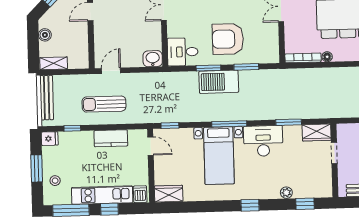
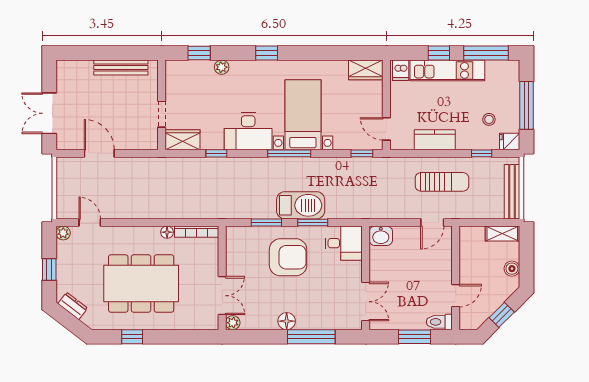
window: (289, 122) -> (216, 153), width x0.67
window: (37, 168) -> (527, 105), width x1.44
stool: (55, 181) -> (489, 119), moved

